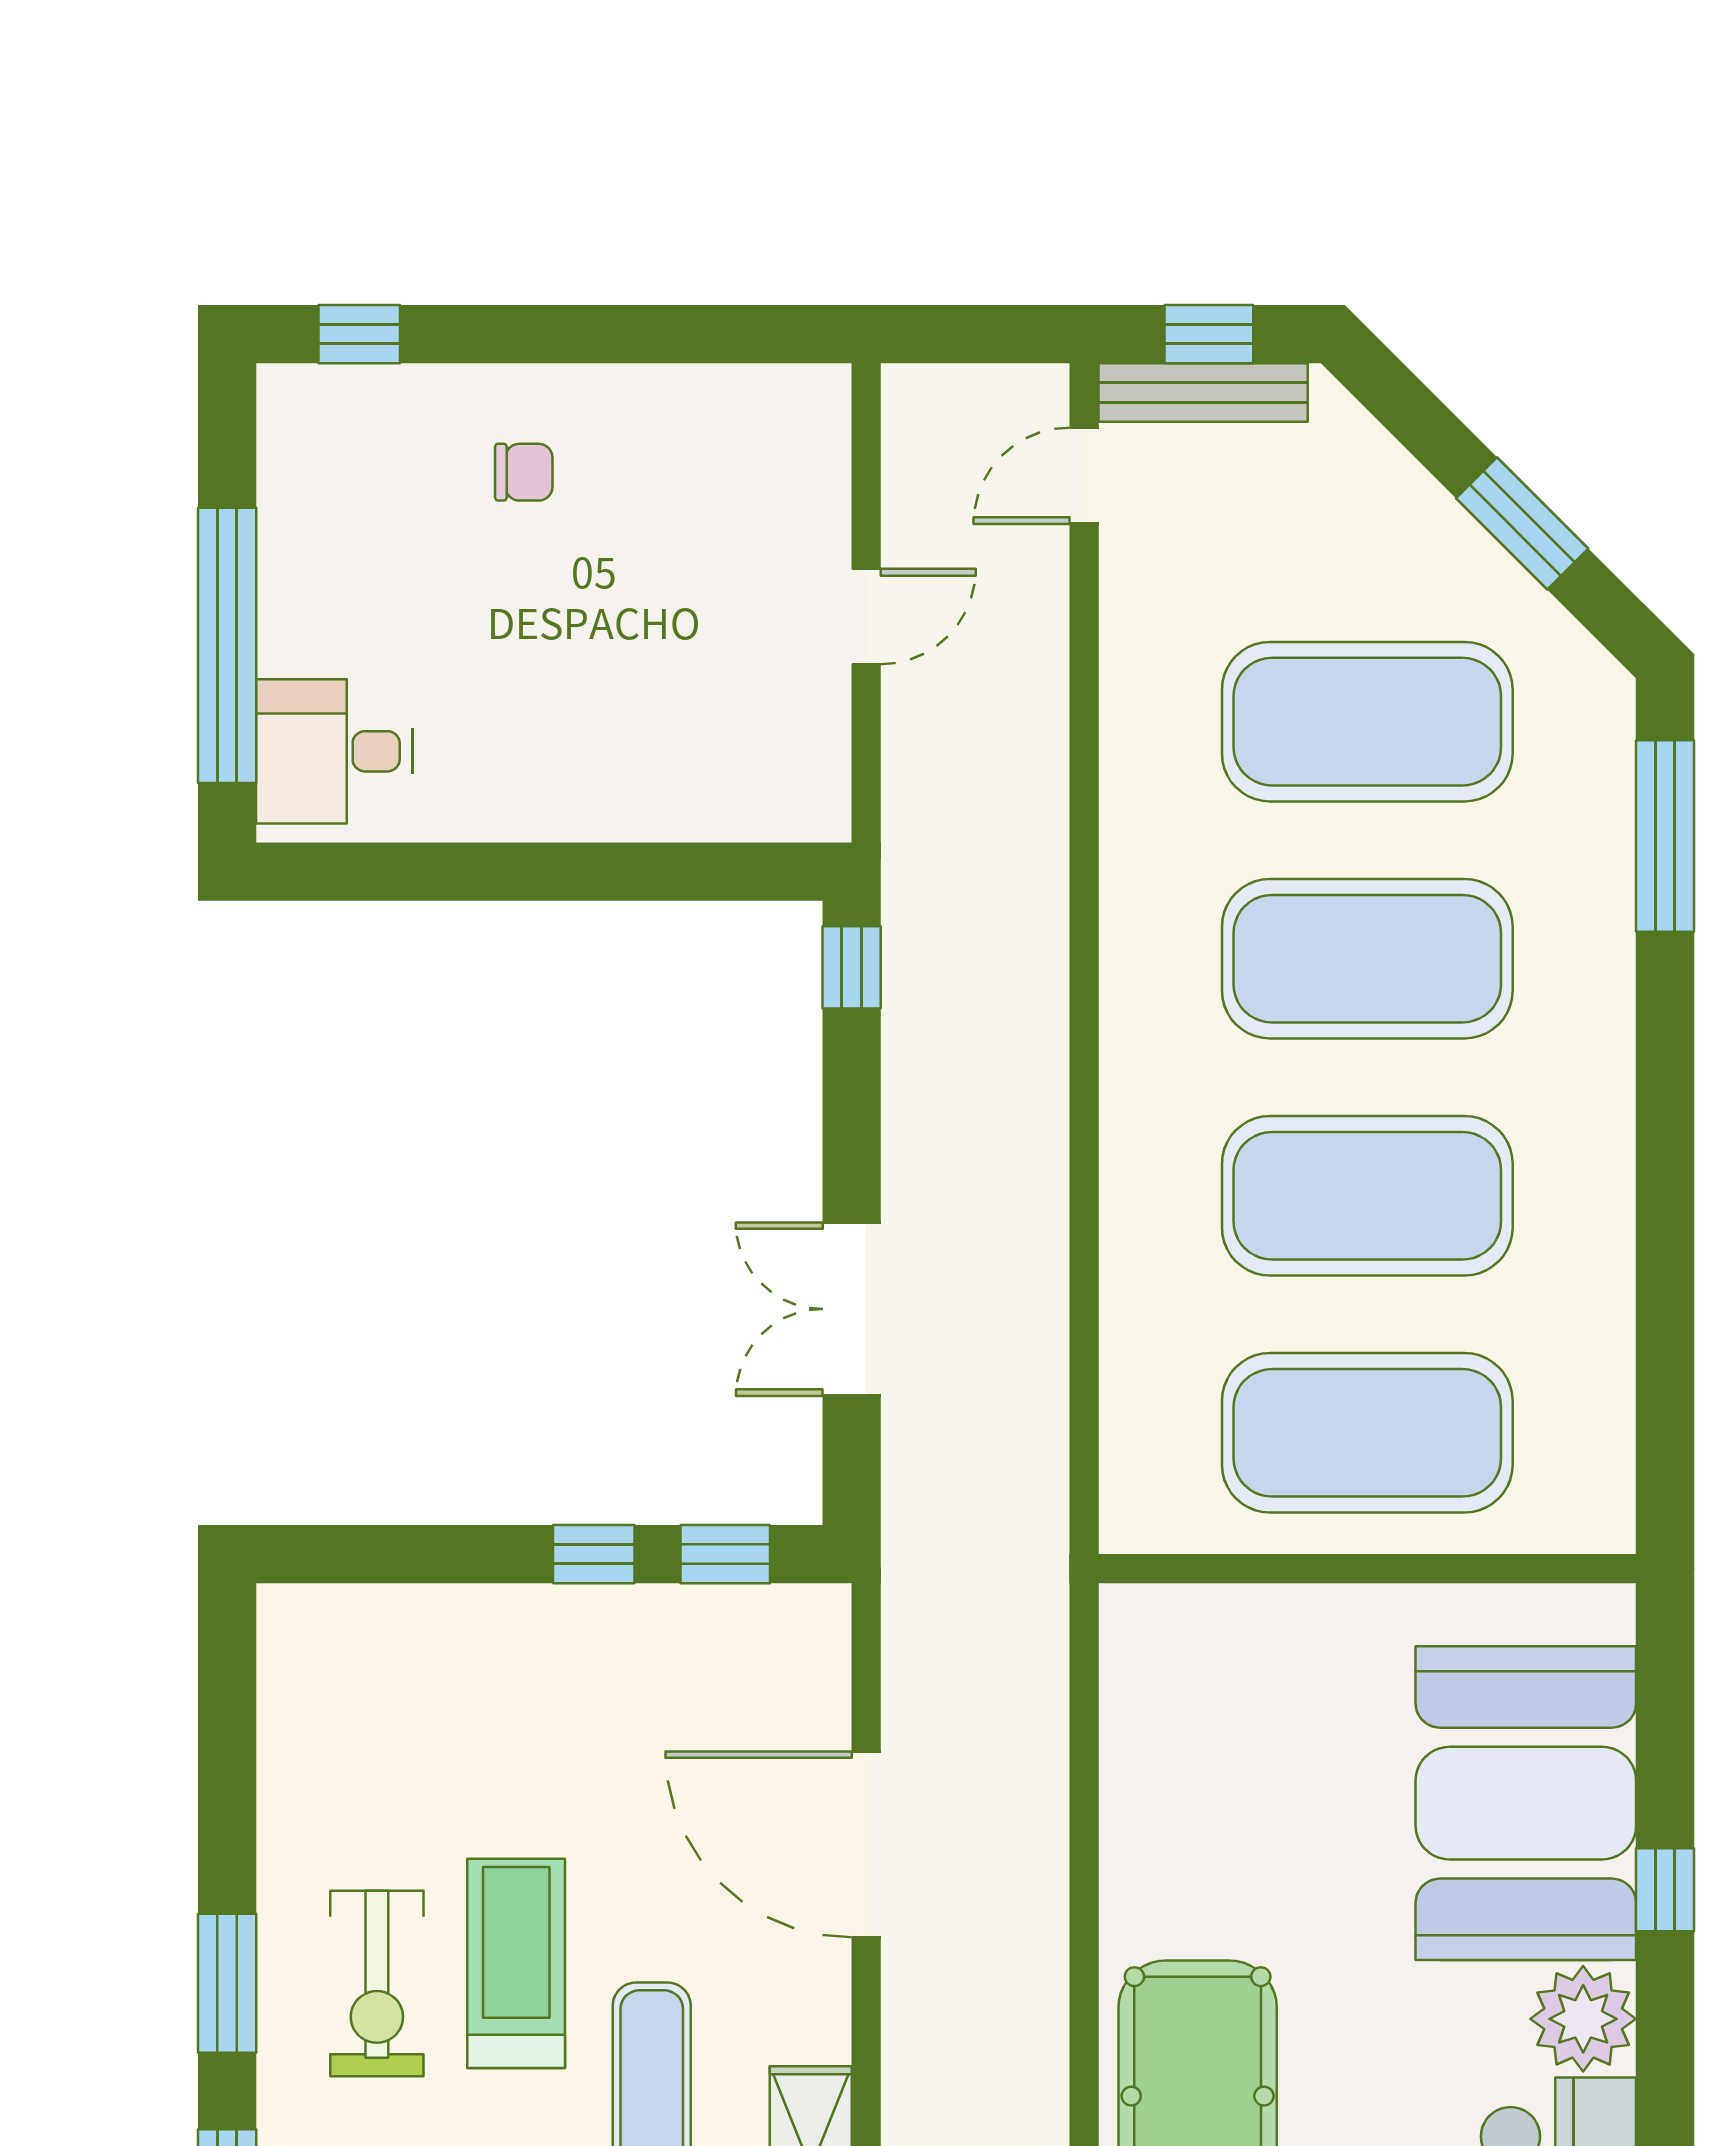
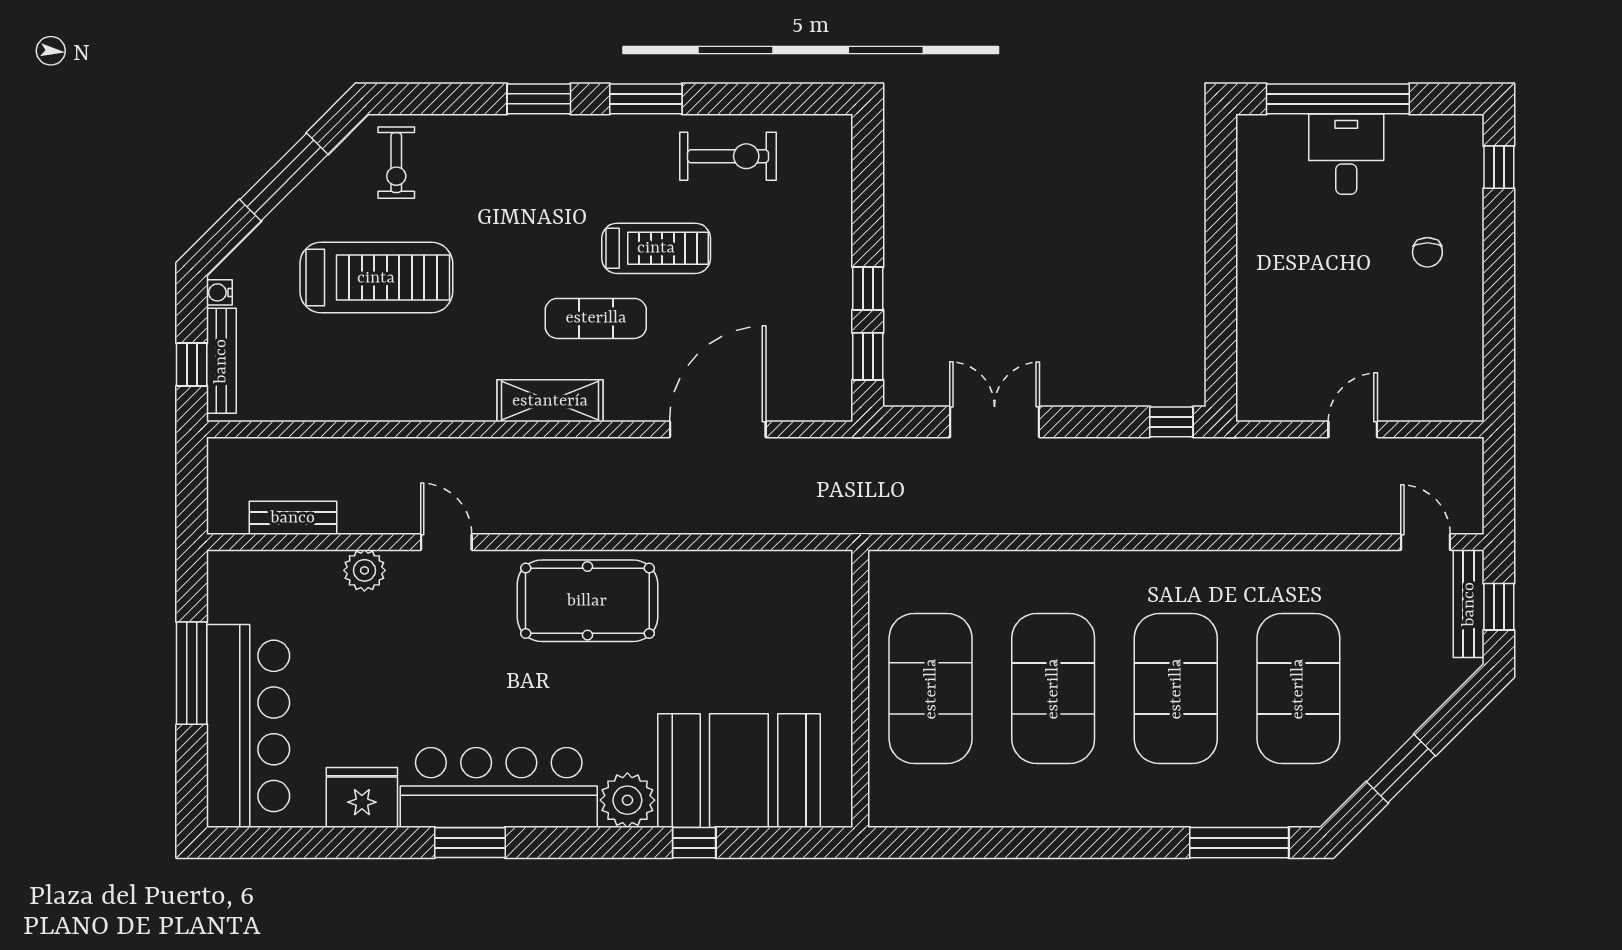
door: (866, 617) -> (1353, 429), swing flipped
desk: (334, 751) -> (1346, 154), moved
exercise bike: (377, 1983) -> (728, 156), moved, turned 180

